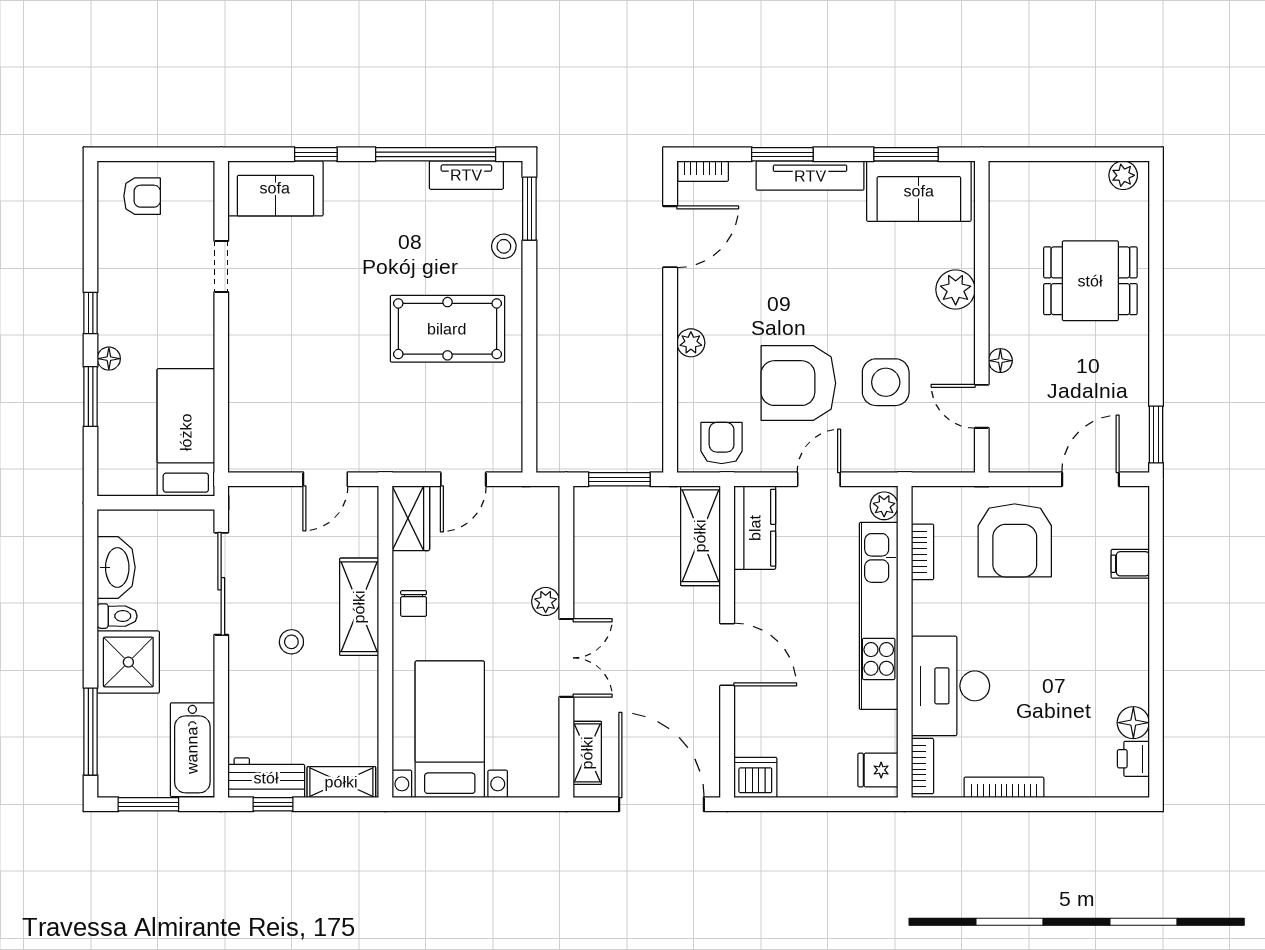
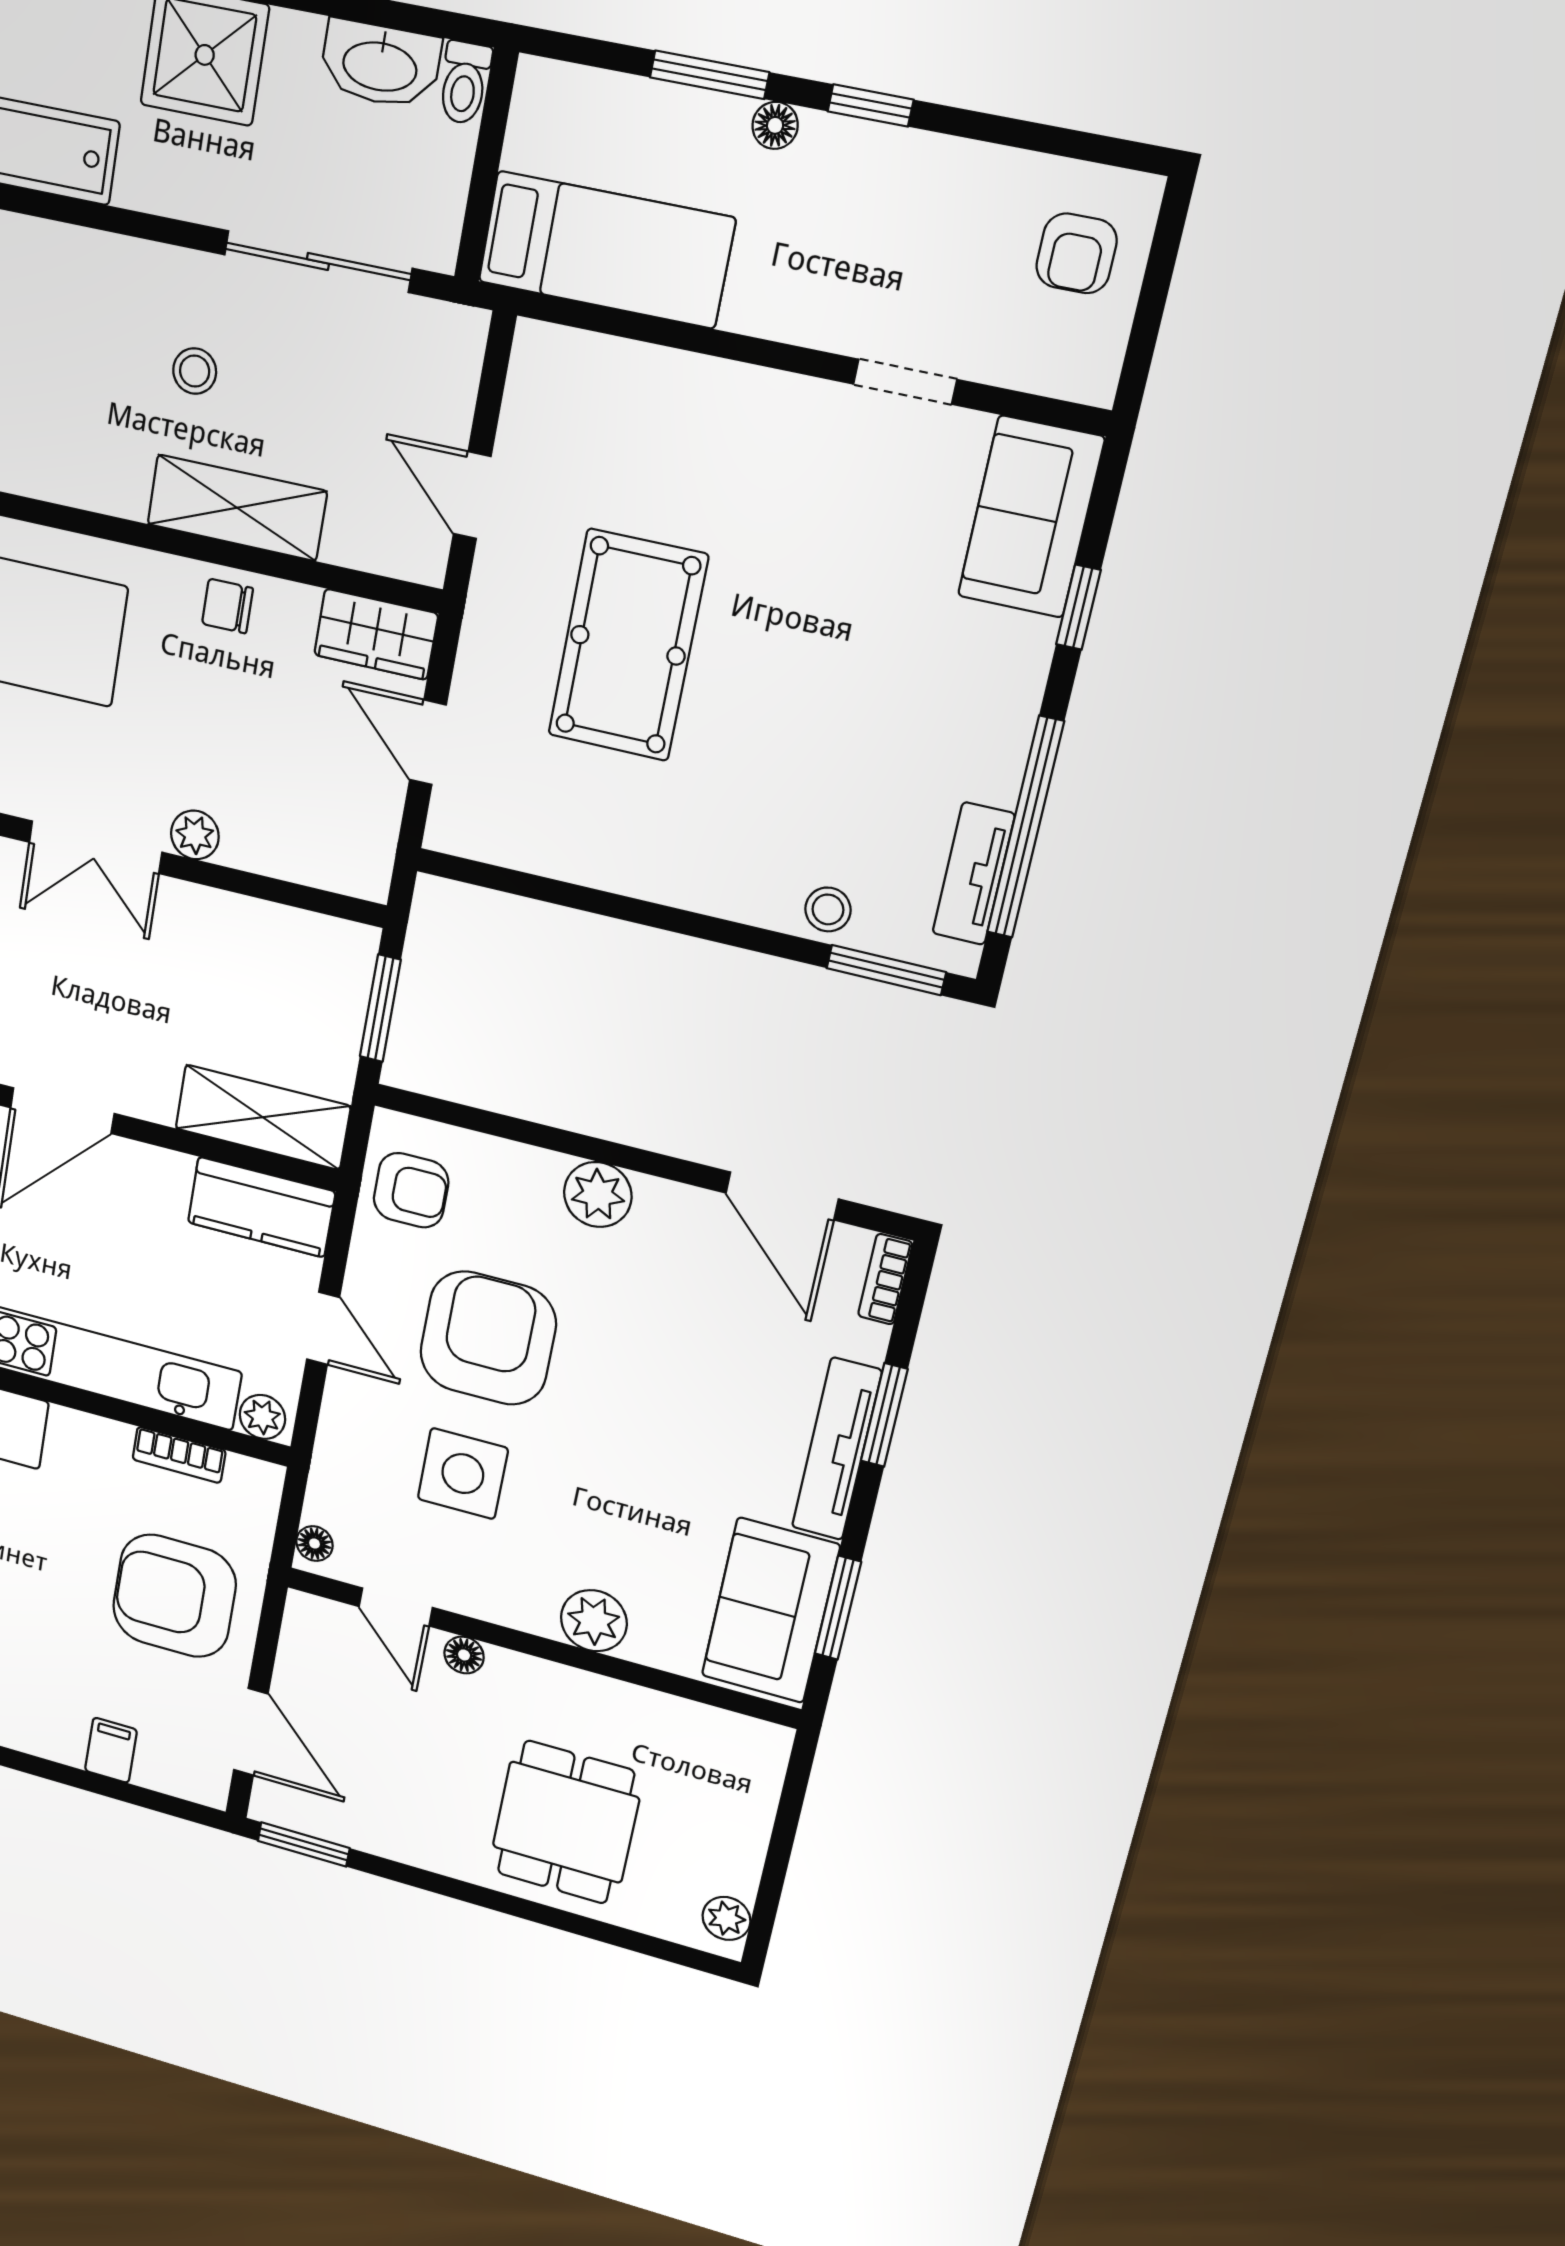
pool table: (447, 329) -> (628, 645), moved
plant: (691, 343) -> (598, 1195), width x1.38, depth x1.38
door: (982, 406) -> (396, 1607), swing flipped
floor lamp: (955, 461) -> (314, 1544), added
toilet: (117, 616) -> (464, 83), moved

